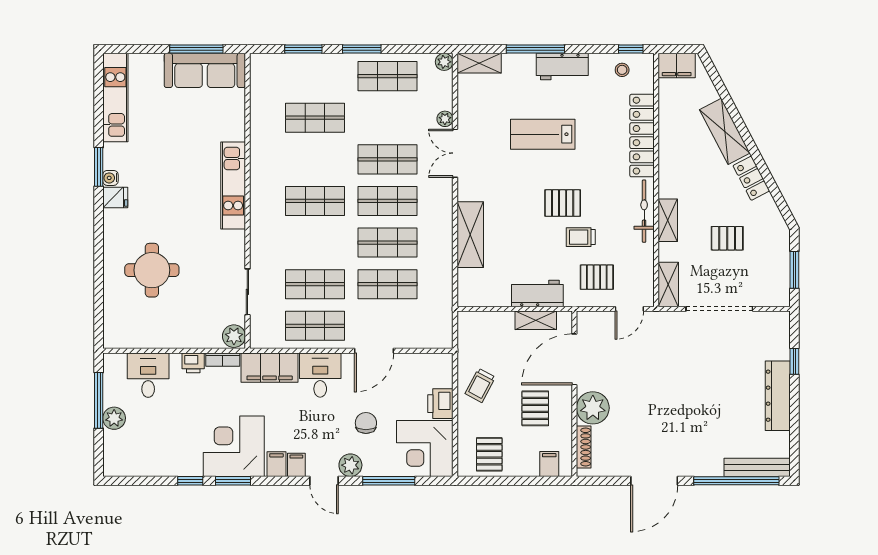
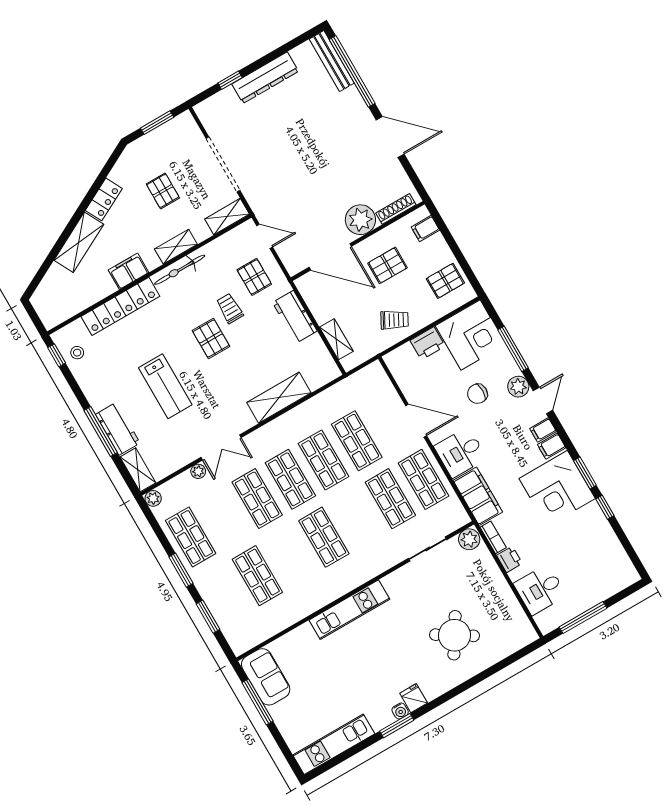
filing cabinet: (677, 66) -> (129, 271), moved, turned -90
workbench: (562, 67) -> (118, 429), moved
sofa: (205, 70) -> (266, 677), width x0.73
trolley: (581, 237) -> (230, 308), turned 180
round table: (152, 270) -> (455, 635), turned 32
shelving: (536, 320) -> (336, 339), moved
plant: (114, 418) -> (590, 597), removed

